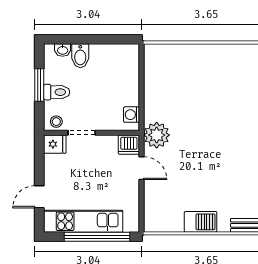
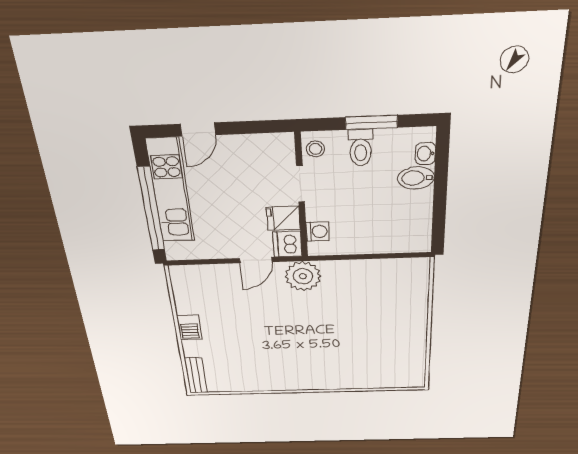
washing machine: (132, 115) -> (318, 232), moved, turned 90
fridge: (55, 144) -> (283, 218), moved, turned 90
door: (39, 197) -> (198, 129), swing flipped
barbecue: (201, 222) -> (189, 327), width x0.73, depth x0.79

